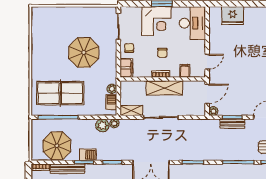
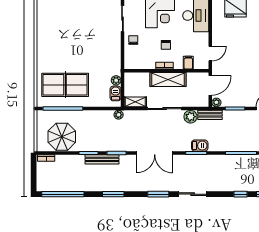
parasol: (84, 52) -> (88, 44), removed
filing cabinet: (126, 68) -> (130, 60), removed
bench: (232, 124) -> (210, 115), moved
plant: (102, 125) -> (190, 117), moved
barbecue: (88, 155) -> (200, 146), moved
bench: (68, 169) -> (102, 159), moved

